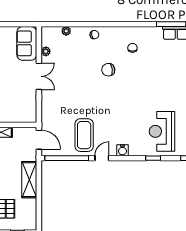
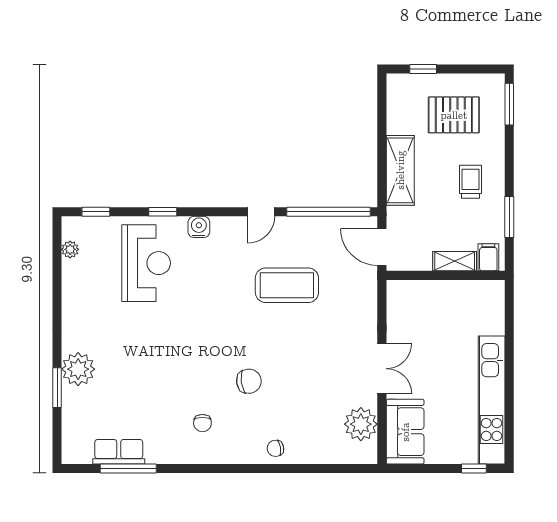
plant: (66, 31) -> (330, 455), removed
plant: (46, 51) -> (361, 424), width x1.87, depth x1.87
double door: (39, 76) -> (382, 369), swing flipped
coffee table: (84, 135) -> (287, 285), moved, turned 90
water cooler: (122, 150) -> (199, 227), moved

